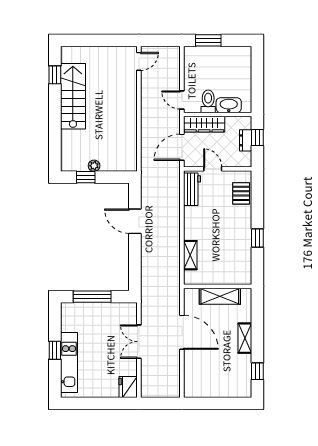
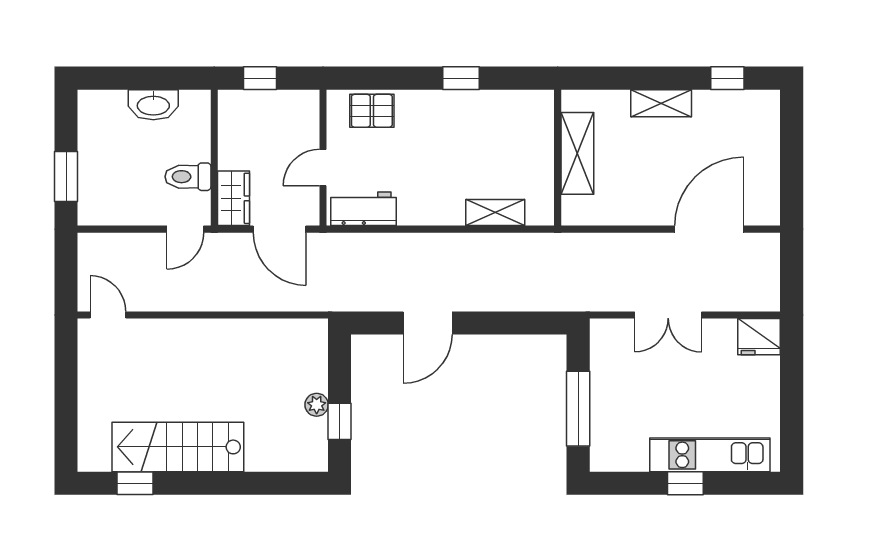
washbasin: (229, 105) -> (153, 105), moved, turned -90
wardrobe: (204, 124) -> (234, 198), width x0.67
dresser: (246, 140) -> (266, 102), removed
door: (182, 332) -> (709, 229), moved

